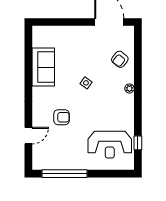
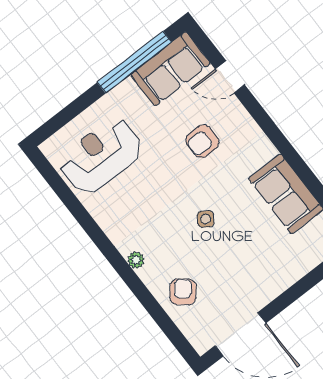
door: (28, 136) -> (230, 77), hinge flipped
window: (138, 143) -> (62, 190), removed
sofa: (51, 159) -> (170, 69), added

